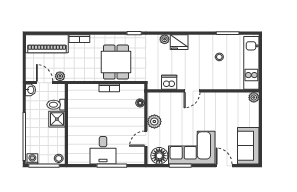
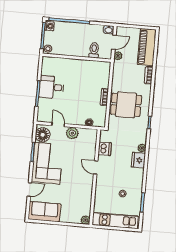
shower: (57, 119) -> (82, 50), removed

